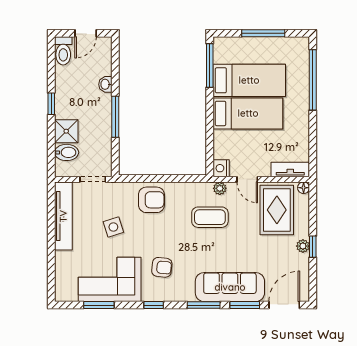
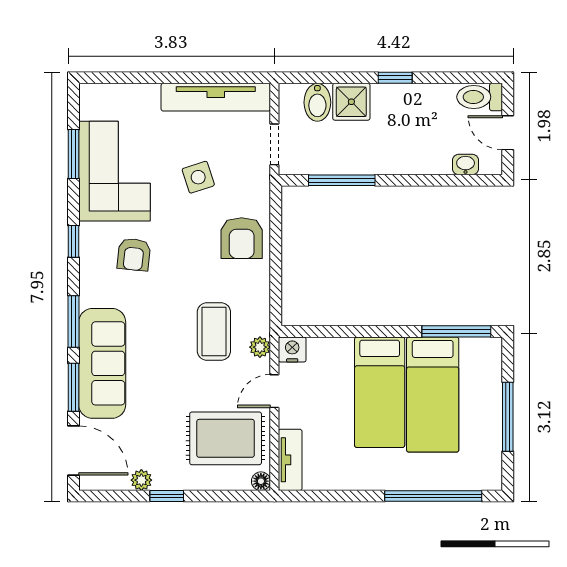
washbasin: (105, 84) -> (466, 164), moved
window: (115, 117) -> (342, 180), moved
plant: (303, 246) -> (141, 480), moved

